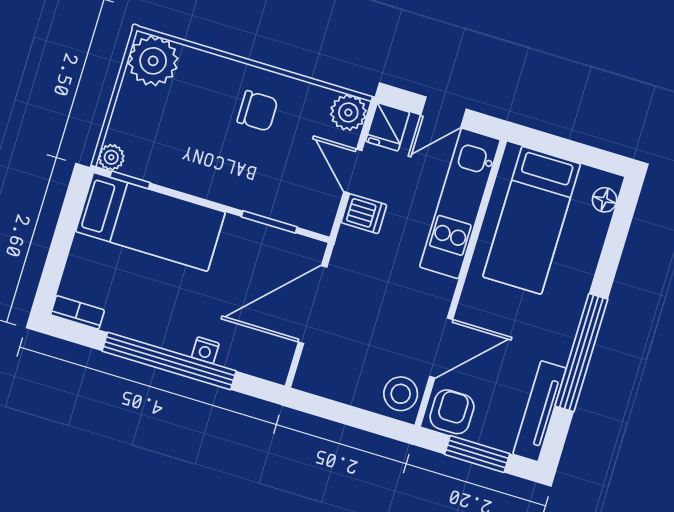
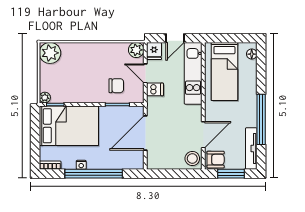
chair: (257, 111) -> (116, 86), moved
bed: (150, 222) -> (69, 126), width x1.50
nightstand: (205, 350) -> (81, 165), moved
armchair: (452, 412) -> (216, 160), turned 90

